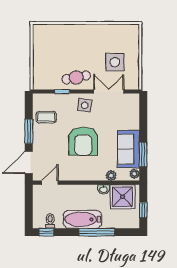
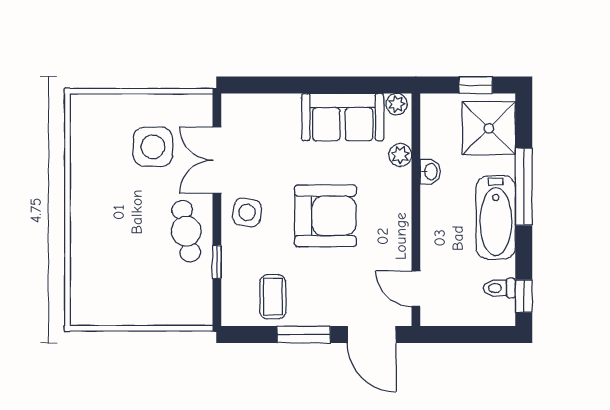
window: (143, 155) -> (355, 85), removed
shower: (122, 197) -> (489, 128), moved

